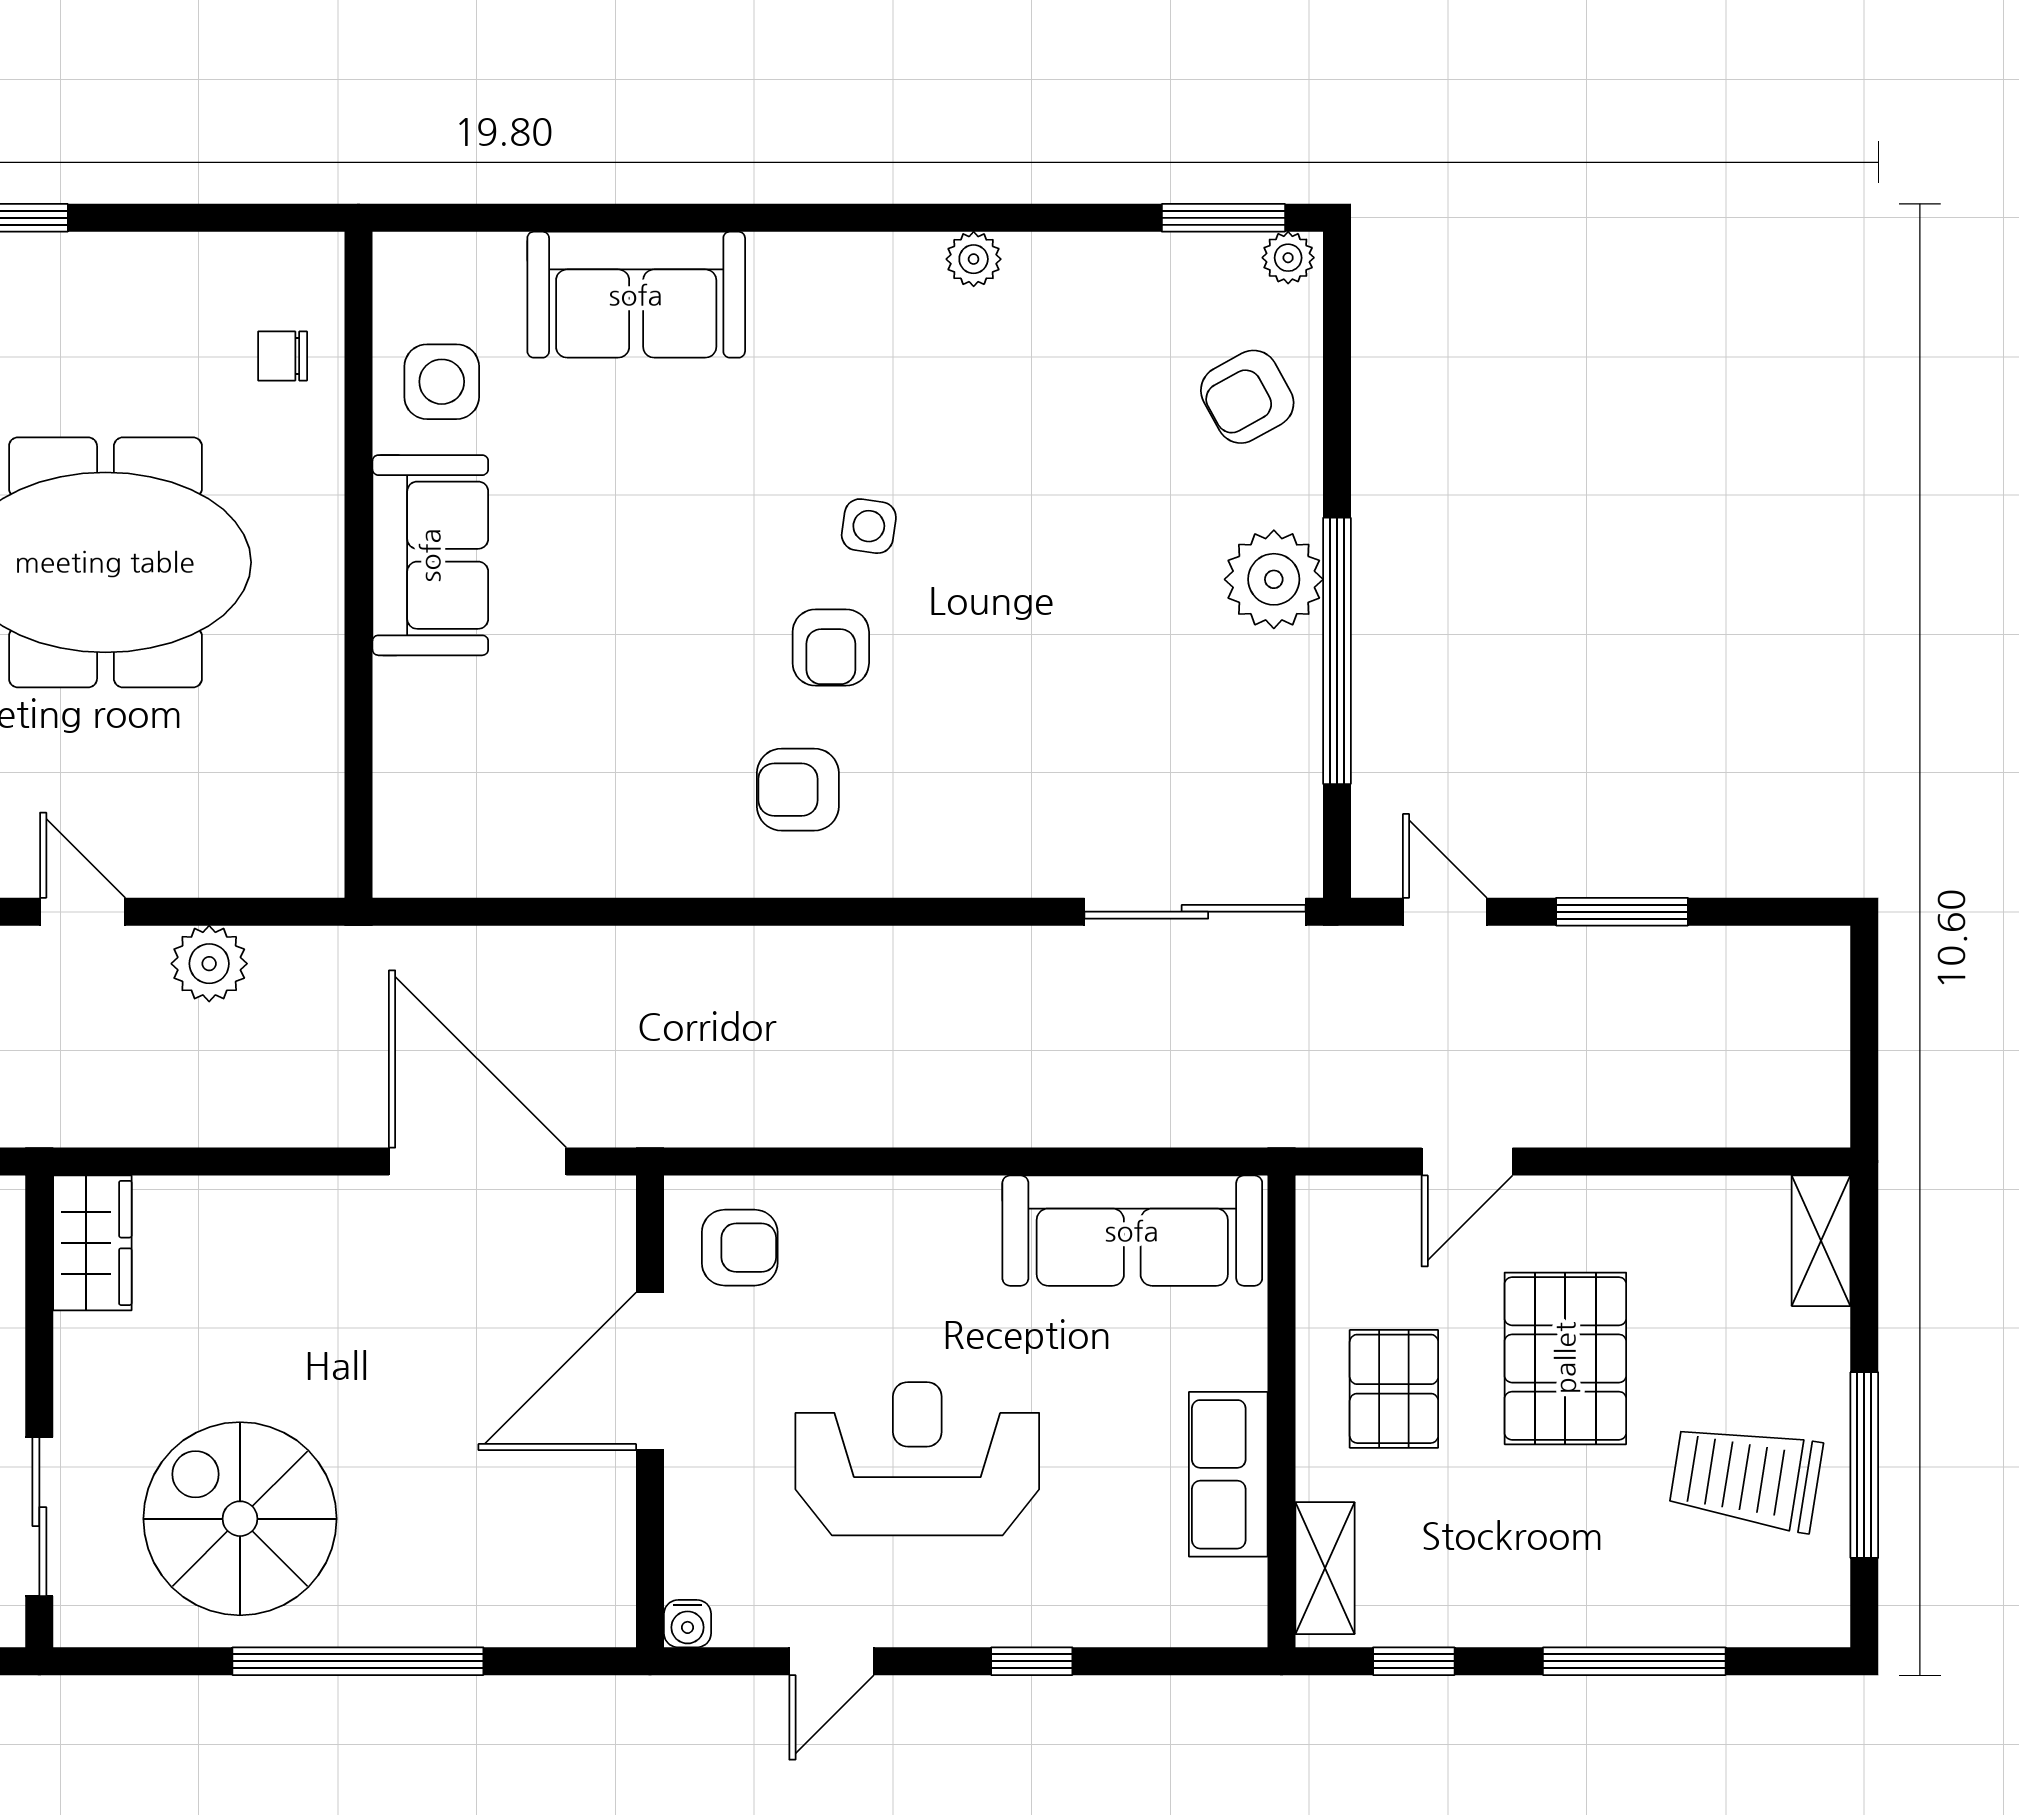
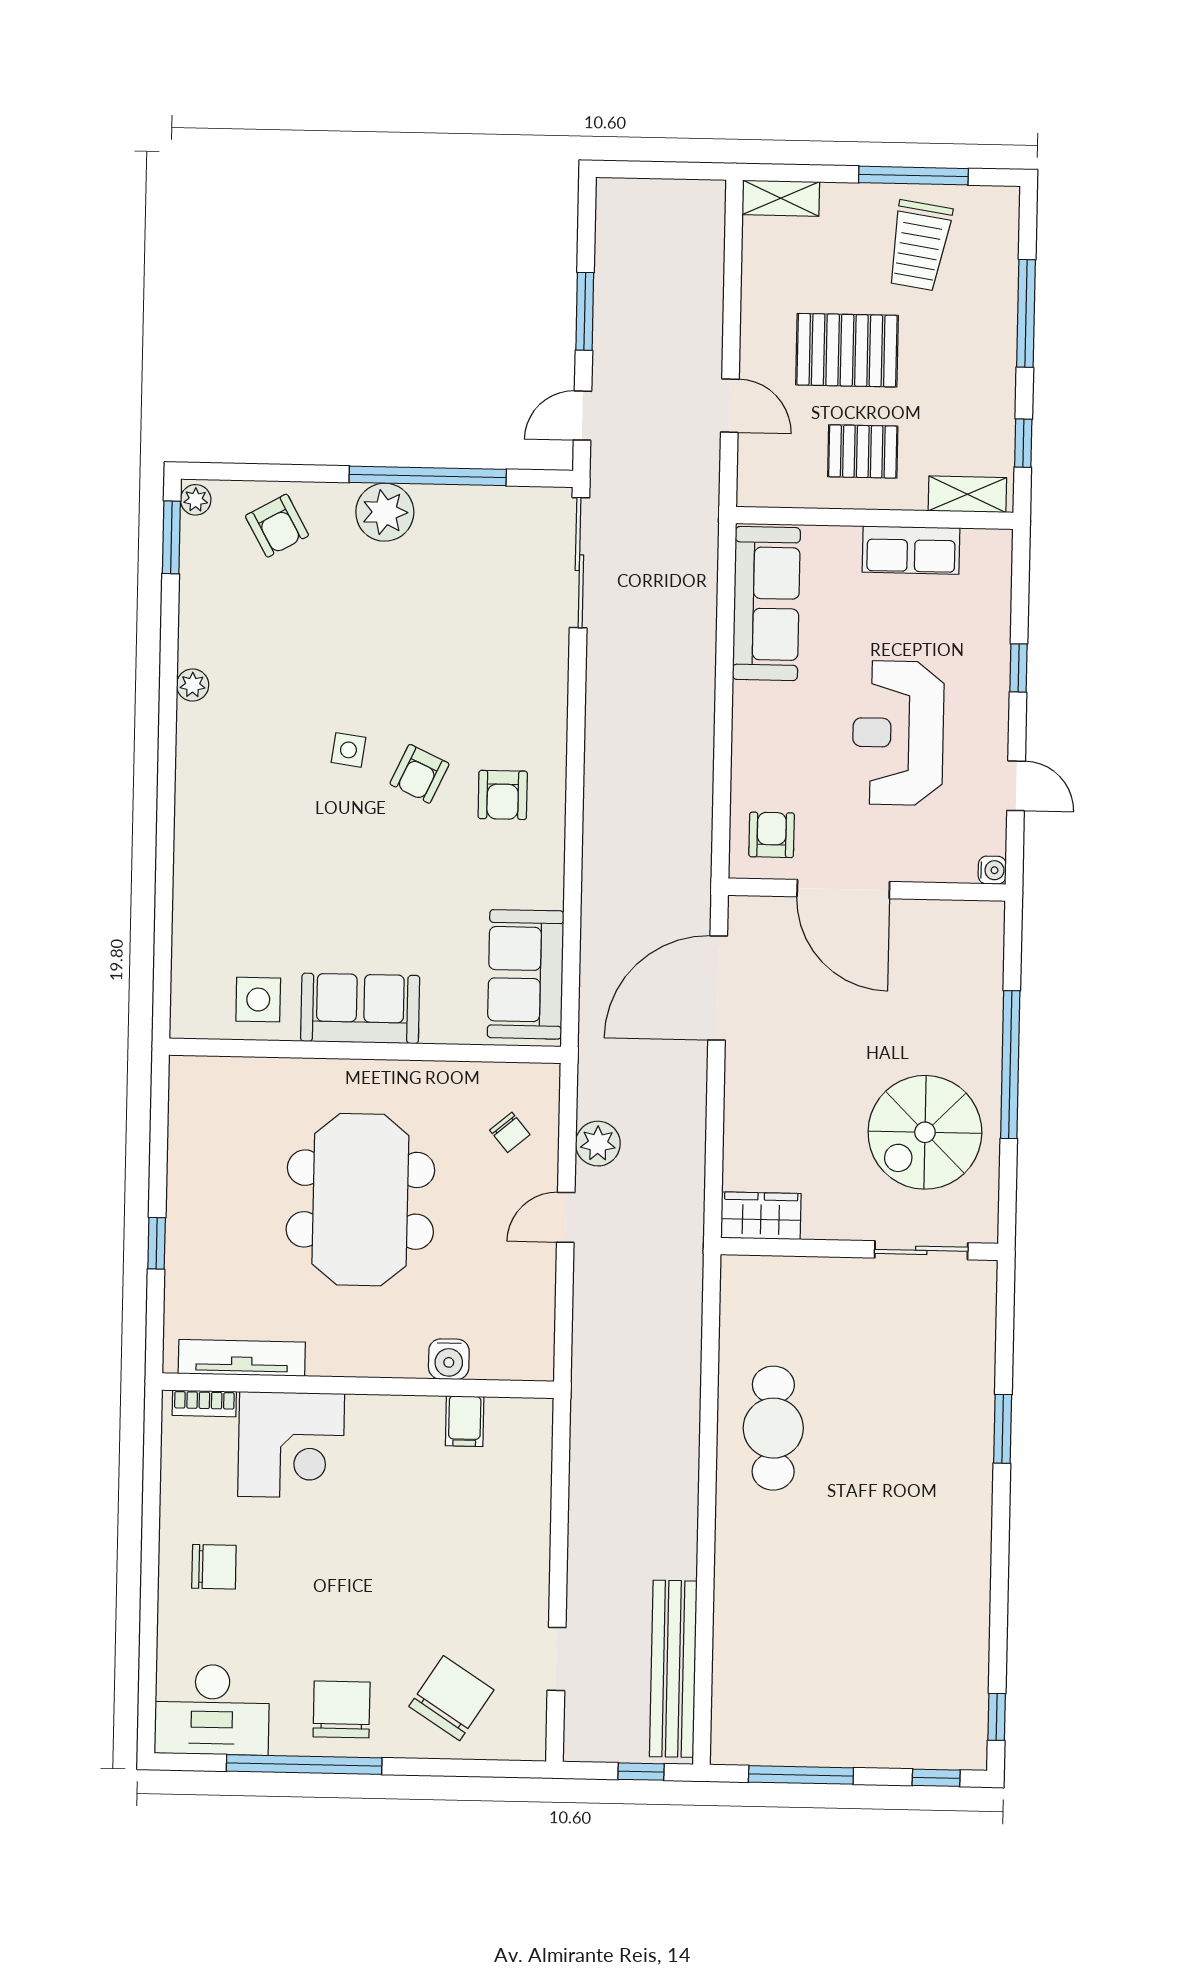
sofa: (636, 295) -> (526, 974), moved, turned 180
chair: (283, 356) -> (510, 1132), moved, turned -40
armchair: (831, 648) -> (419, 774), turned 115

